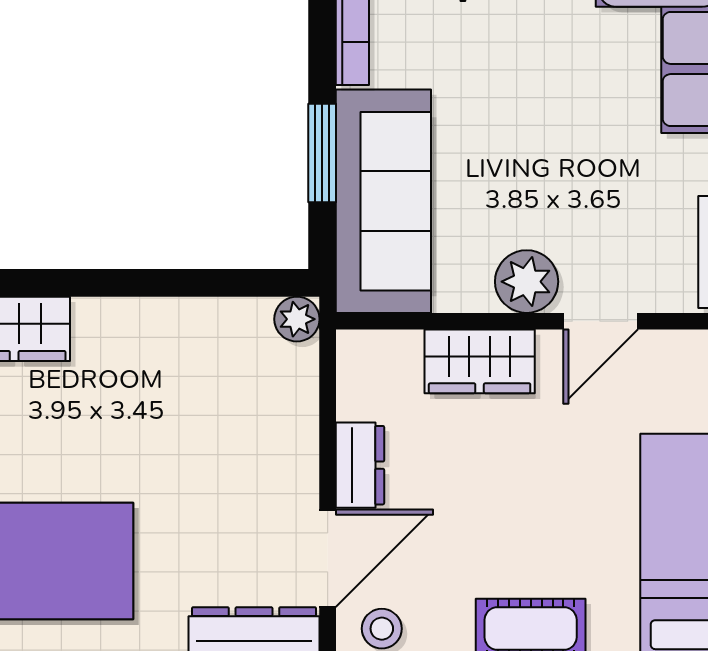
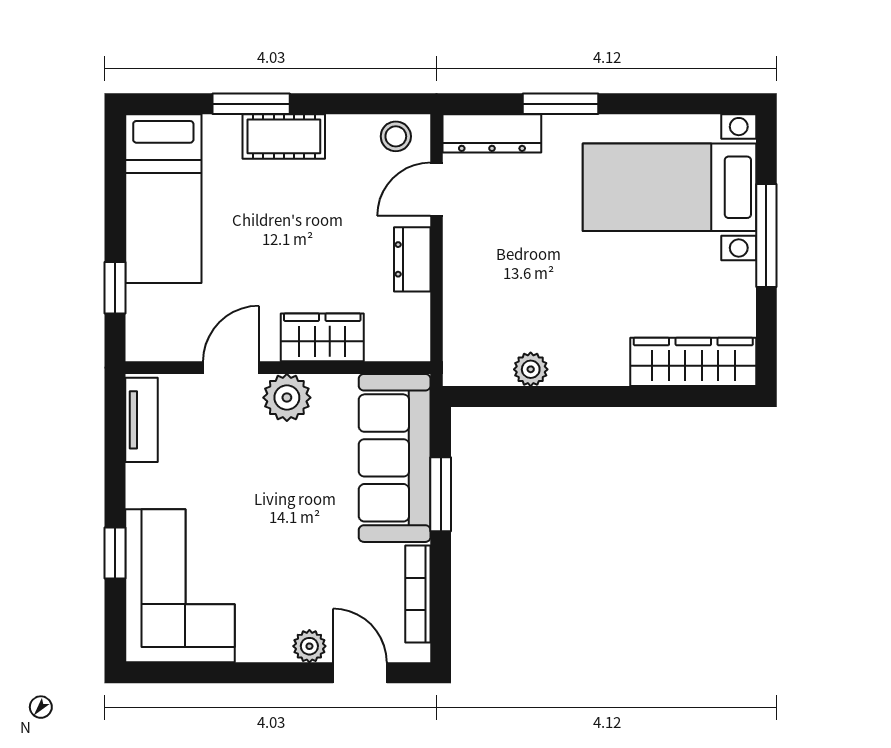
plant: (297, 319) -> (531, 369), moved
door: (328, 558) -> (437, 189), width x0.73

